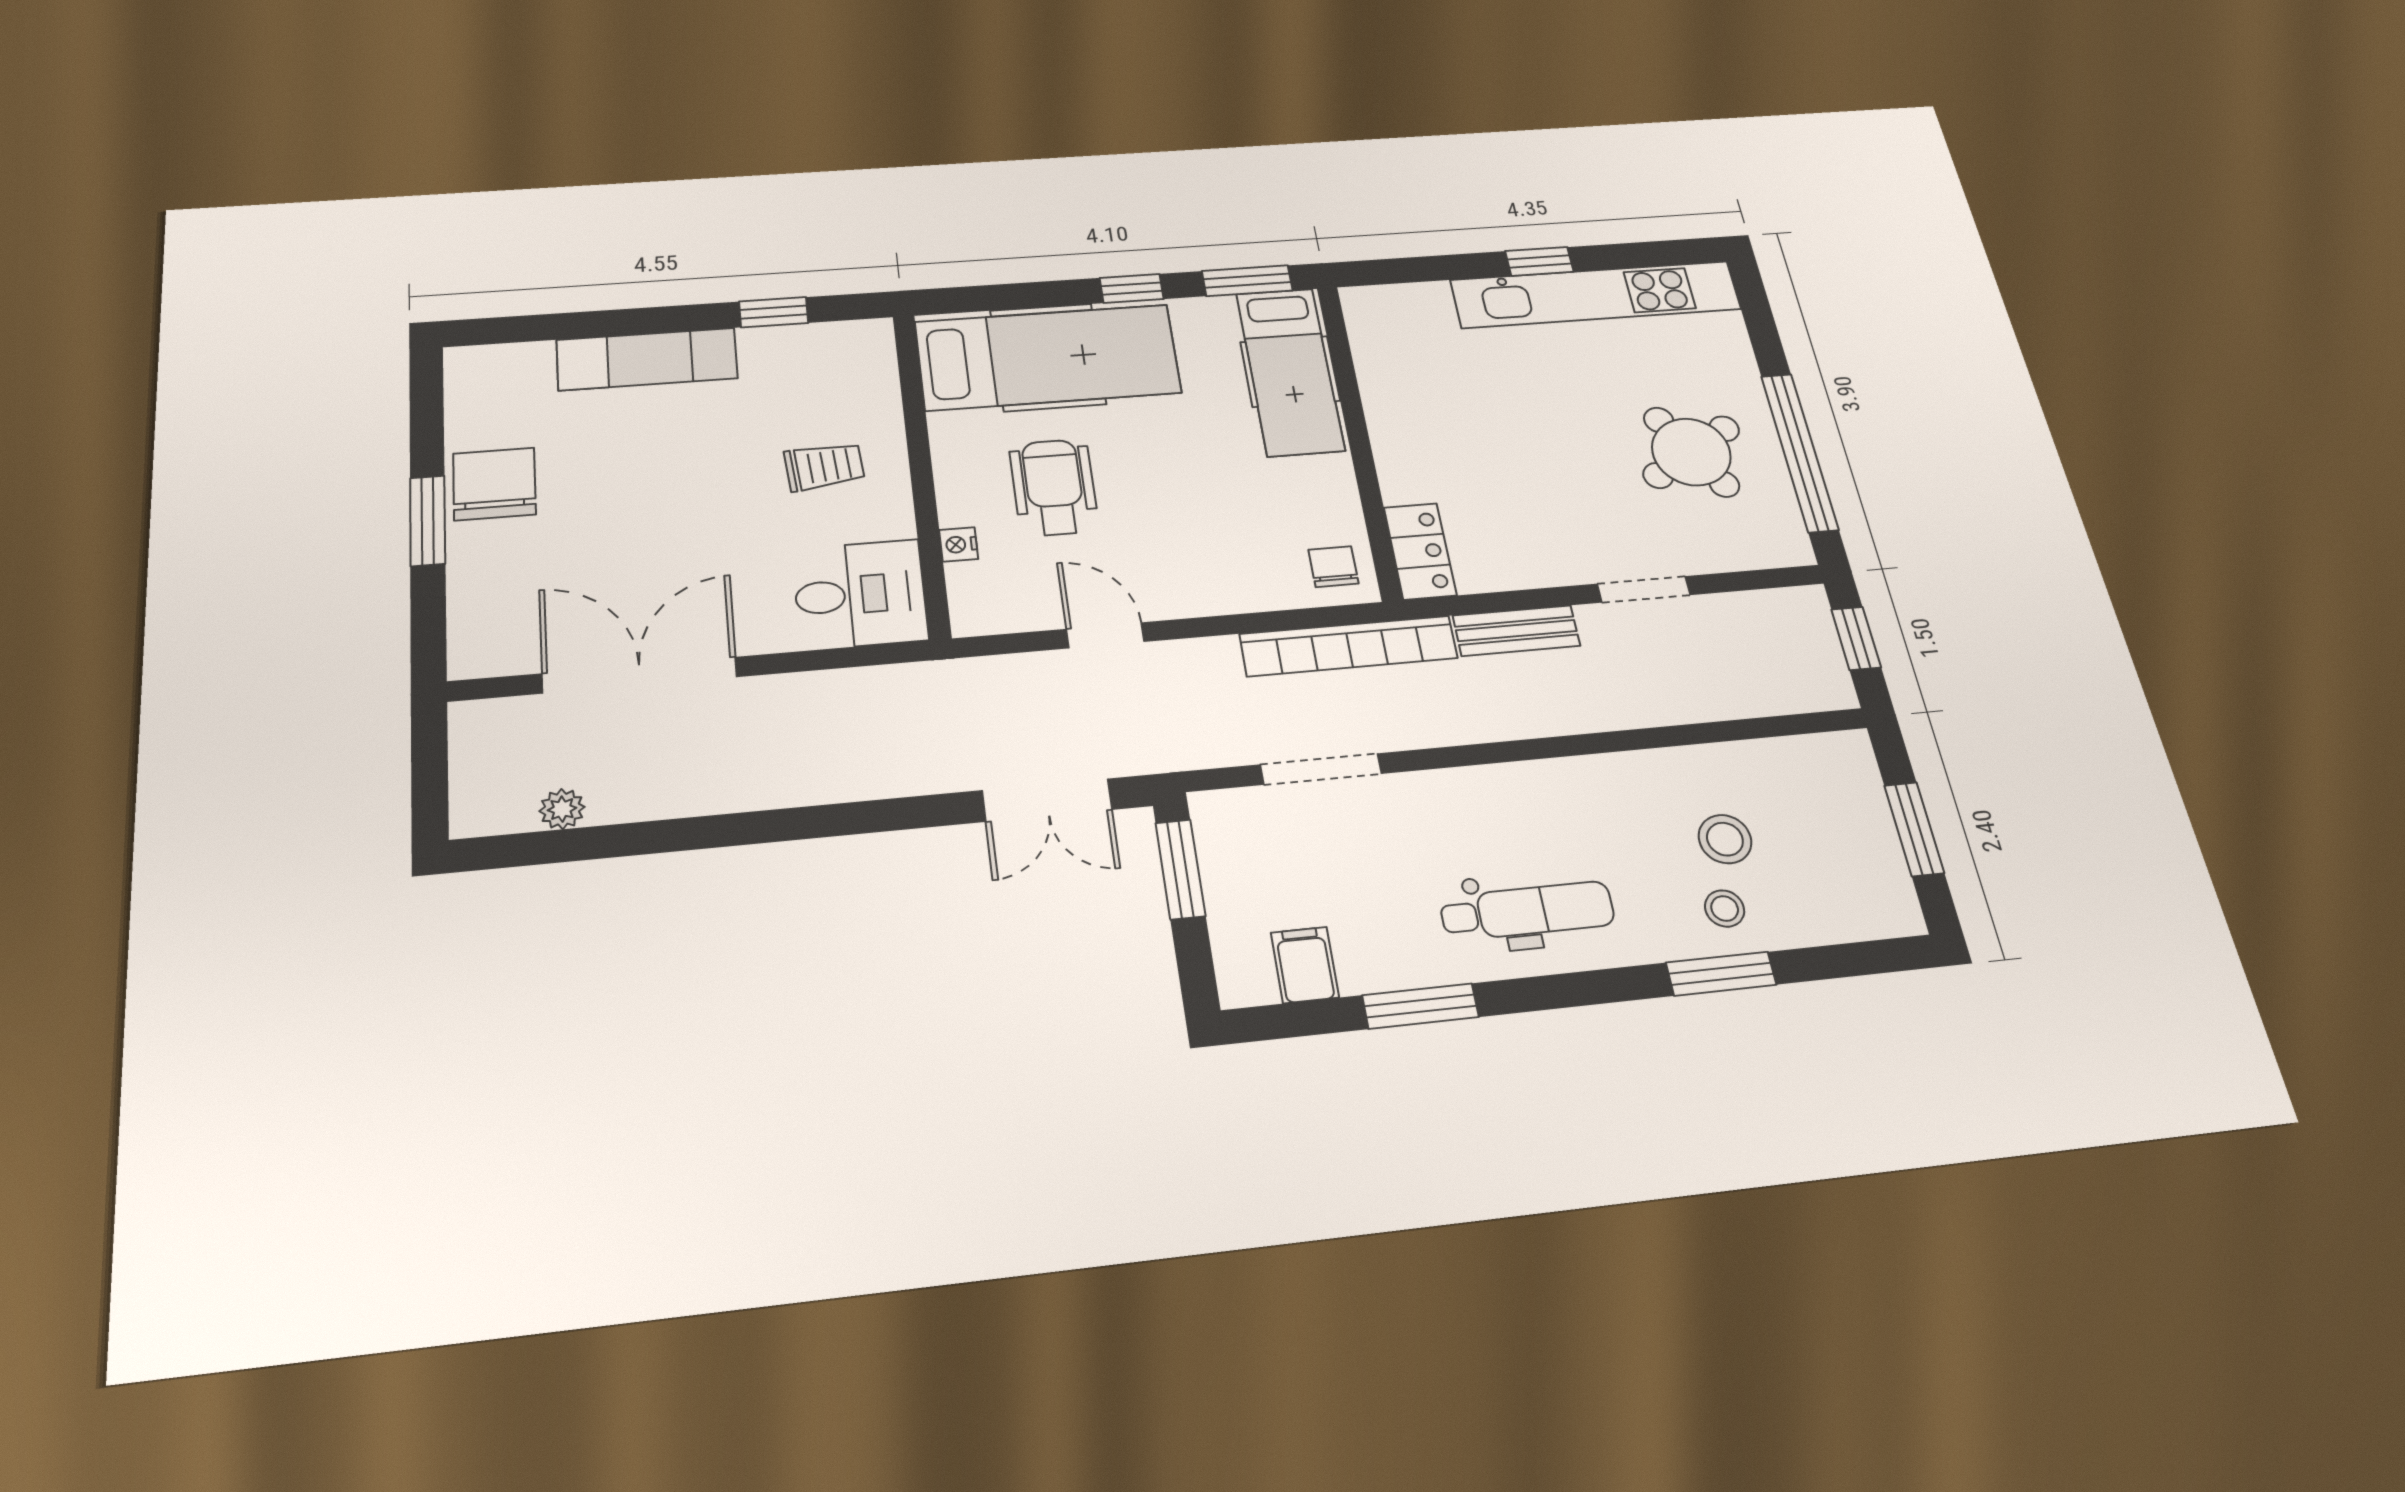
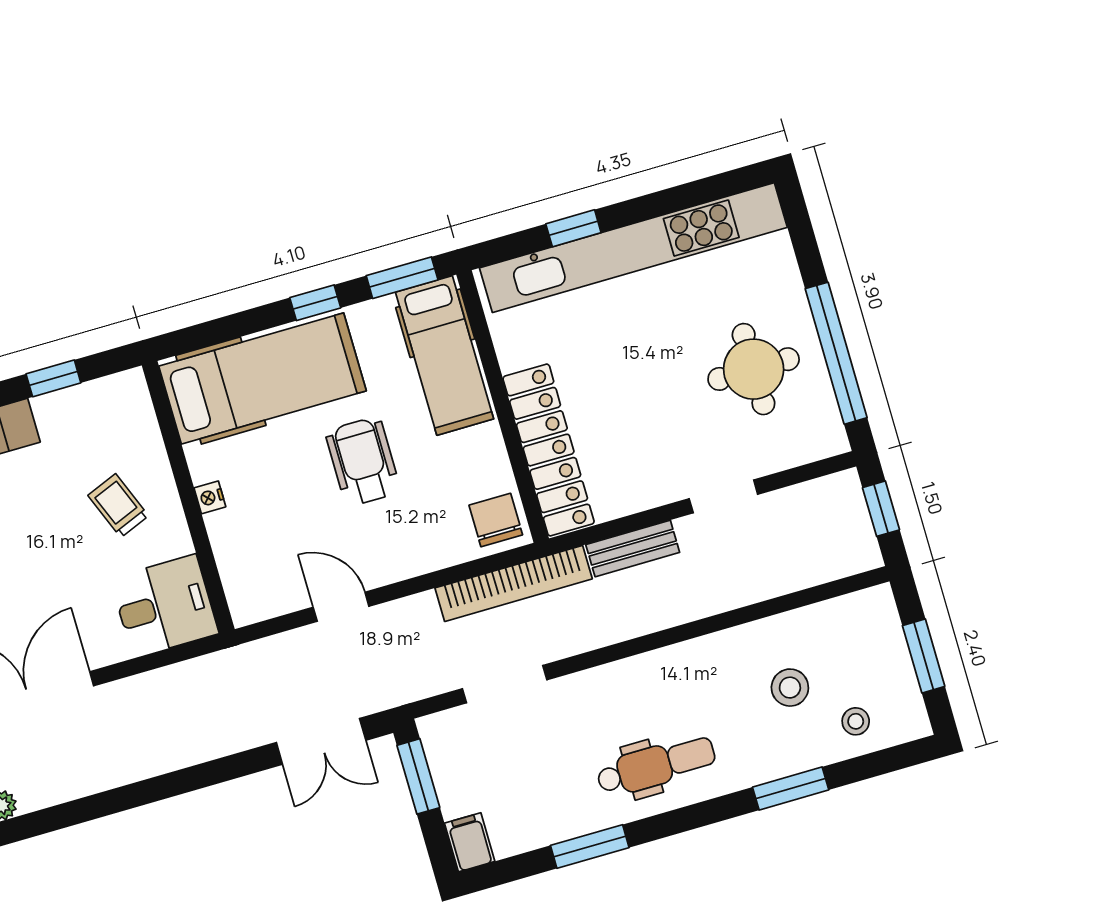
window: (1539, 261) -> (573, 228), moved
kitchen unit: (1596, 295) -> (633, 248), width x1.36
round table: (1691, 452) -> (754, 369), turned 31
trolley: (824, 466) -> (118, 506), turned -107
wheelchair: (1054, 487) -> (363, 461), moved
nightstand: (959, 544) -> (210, 497), moved
locker: (1420, 551) -> (549, 450), width x2.16, depth x1.21
chair: (1333, 567) -> (496, 520), width x1.37, depth x1.37
stool: (1725, 909) -> (856, 721), moved
filing cabinet: (1305, 965) -> (470, 842), moved

